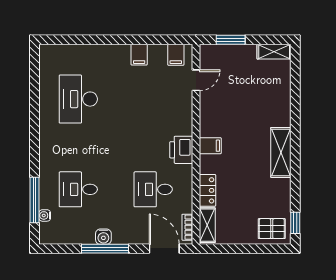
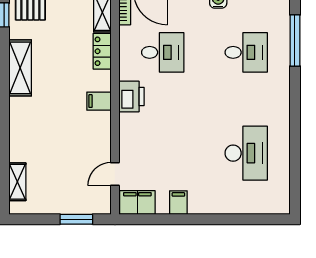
shelving: (274, 52) -> (17, 182), moved, turned 90
filing cabinet: (176, 55) -> (137, 203), width x2.00
shelving: (281, 152) -> (20, 68), moved
water cooler: (45, 215) -> (284, 23), removed

